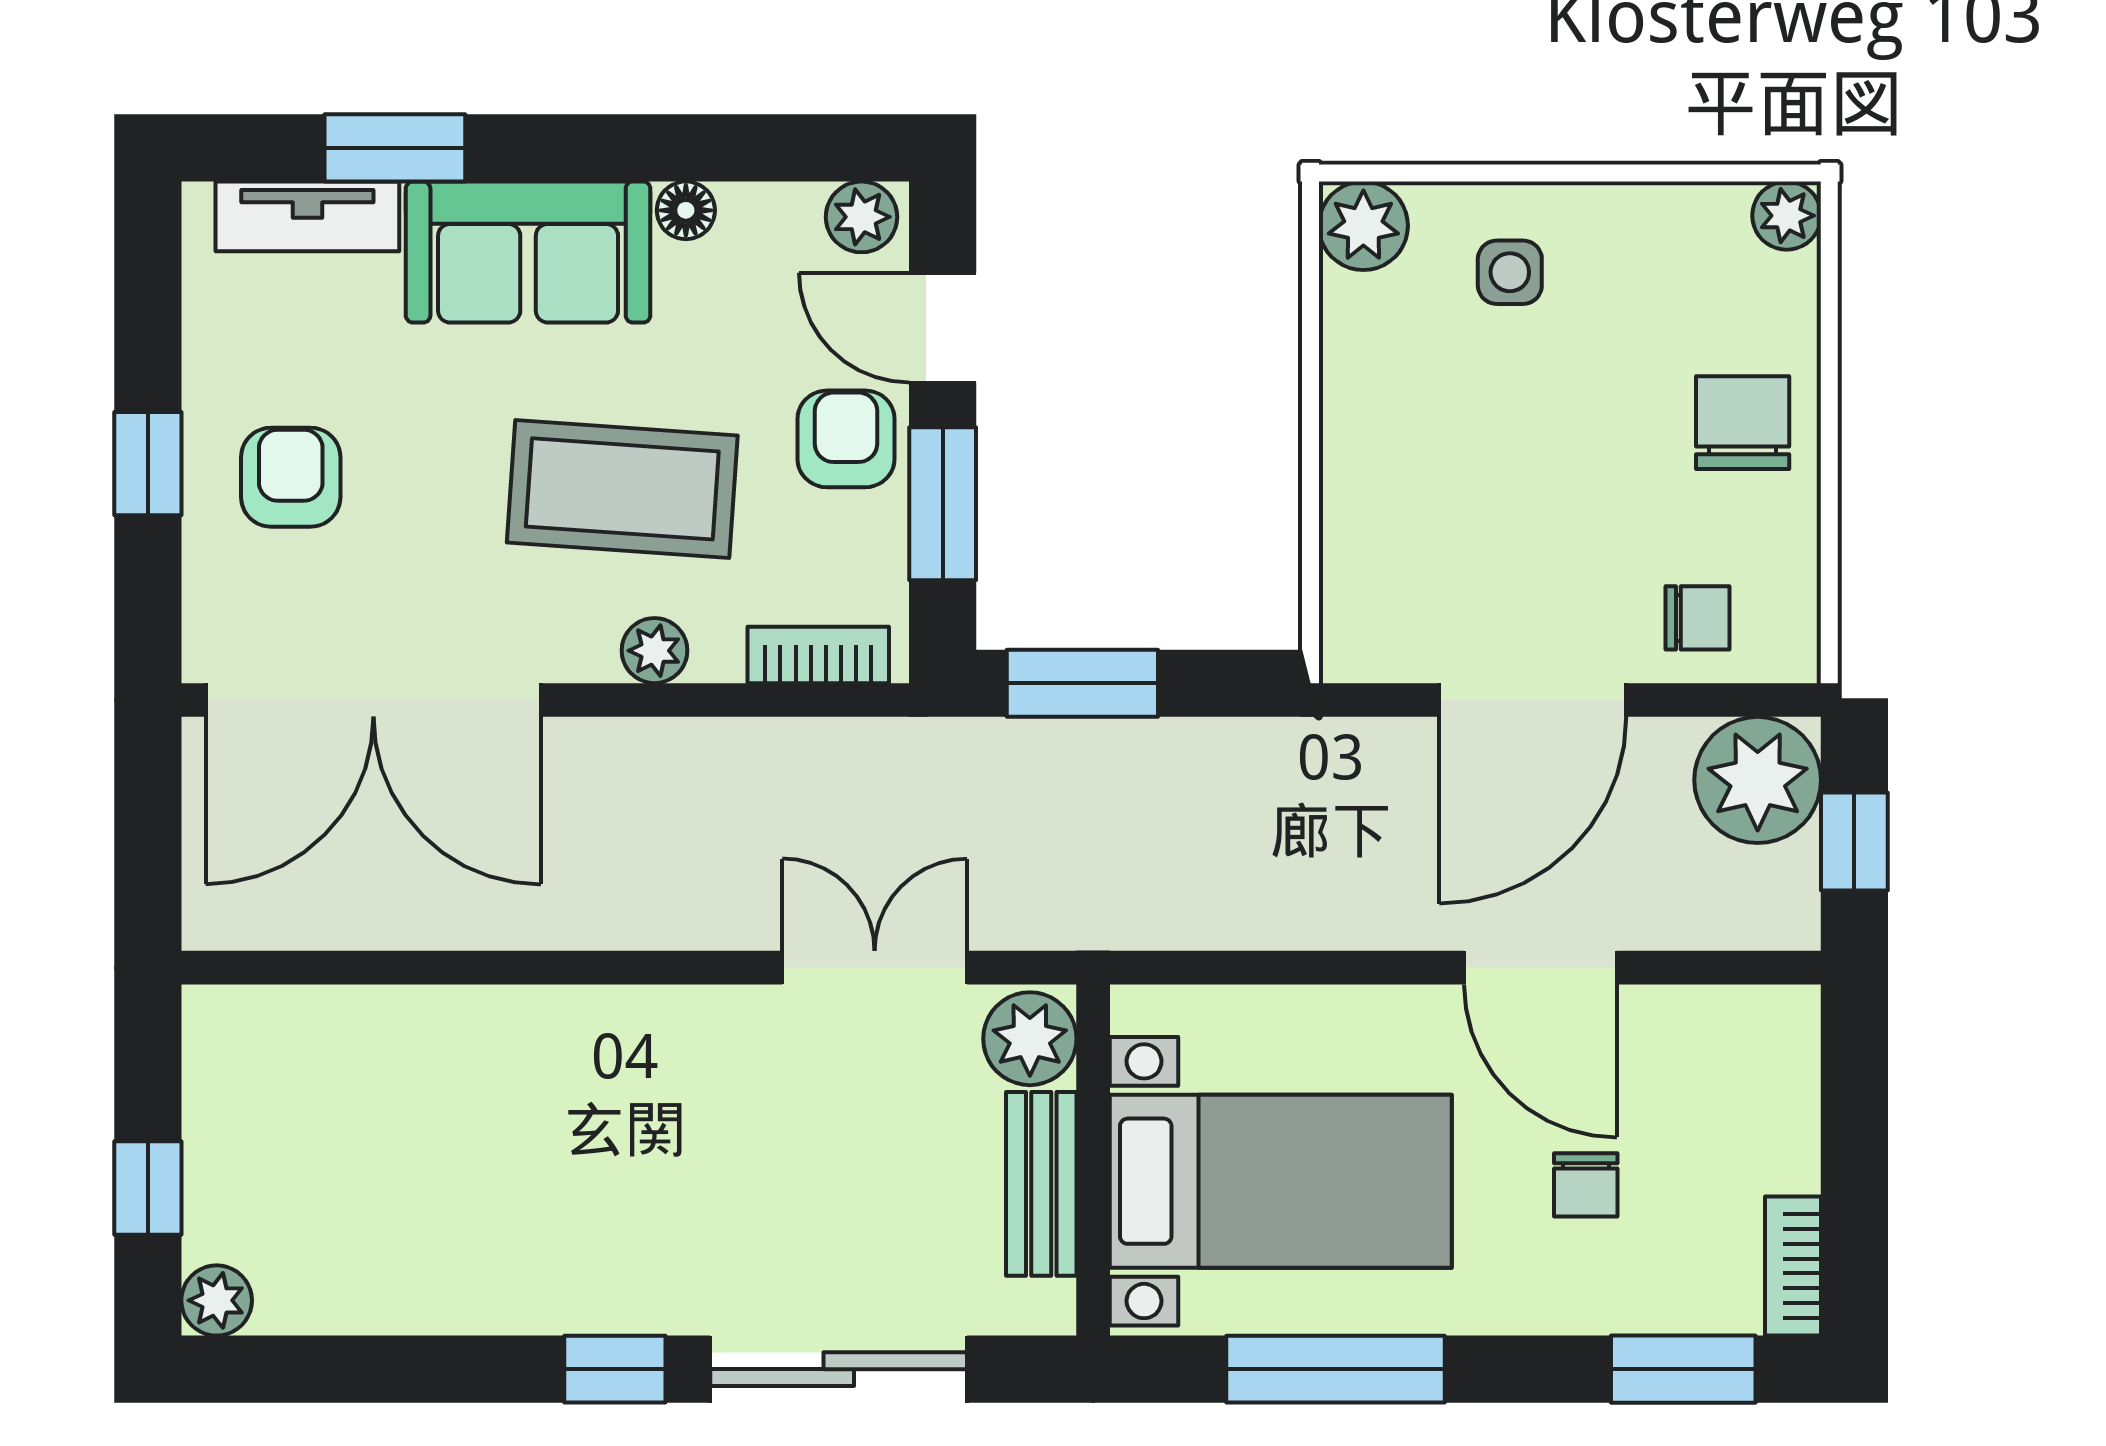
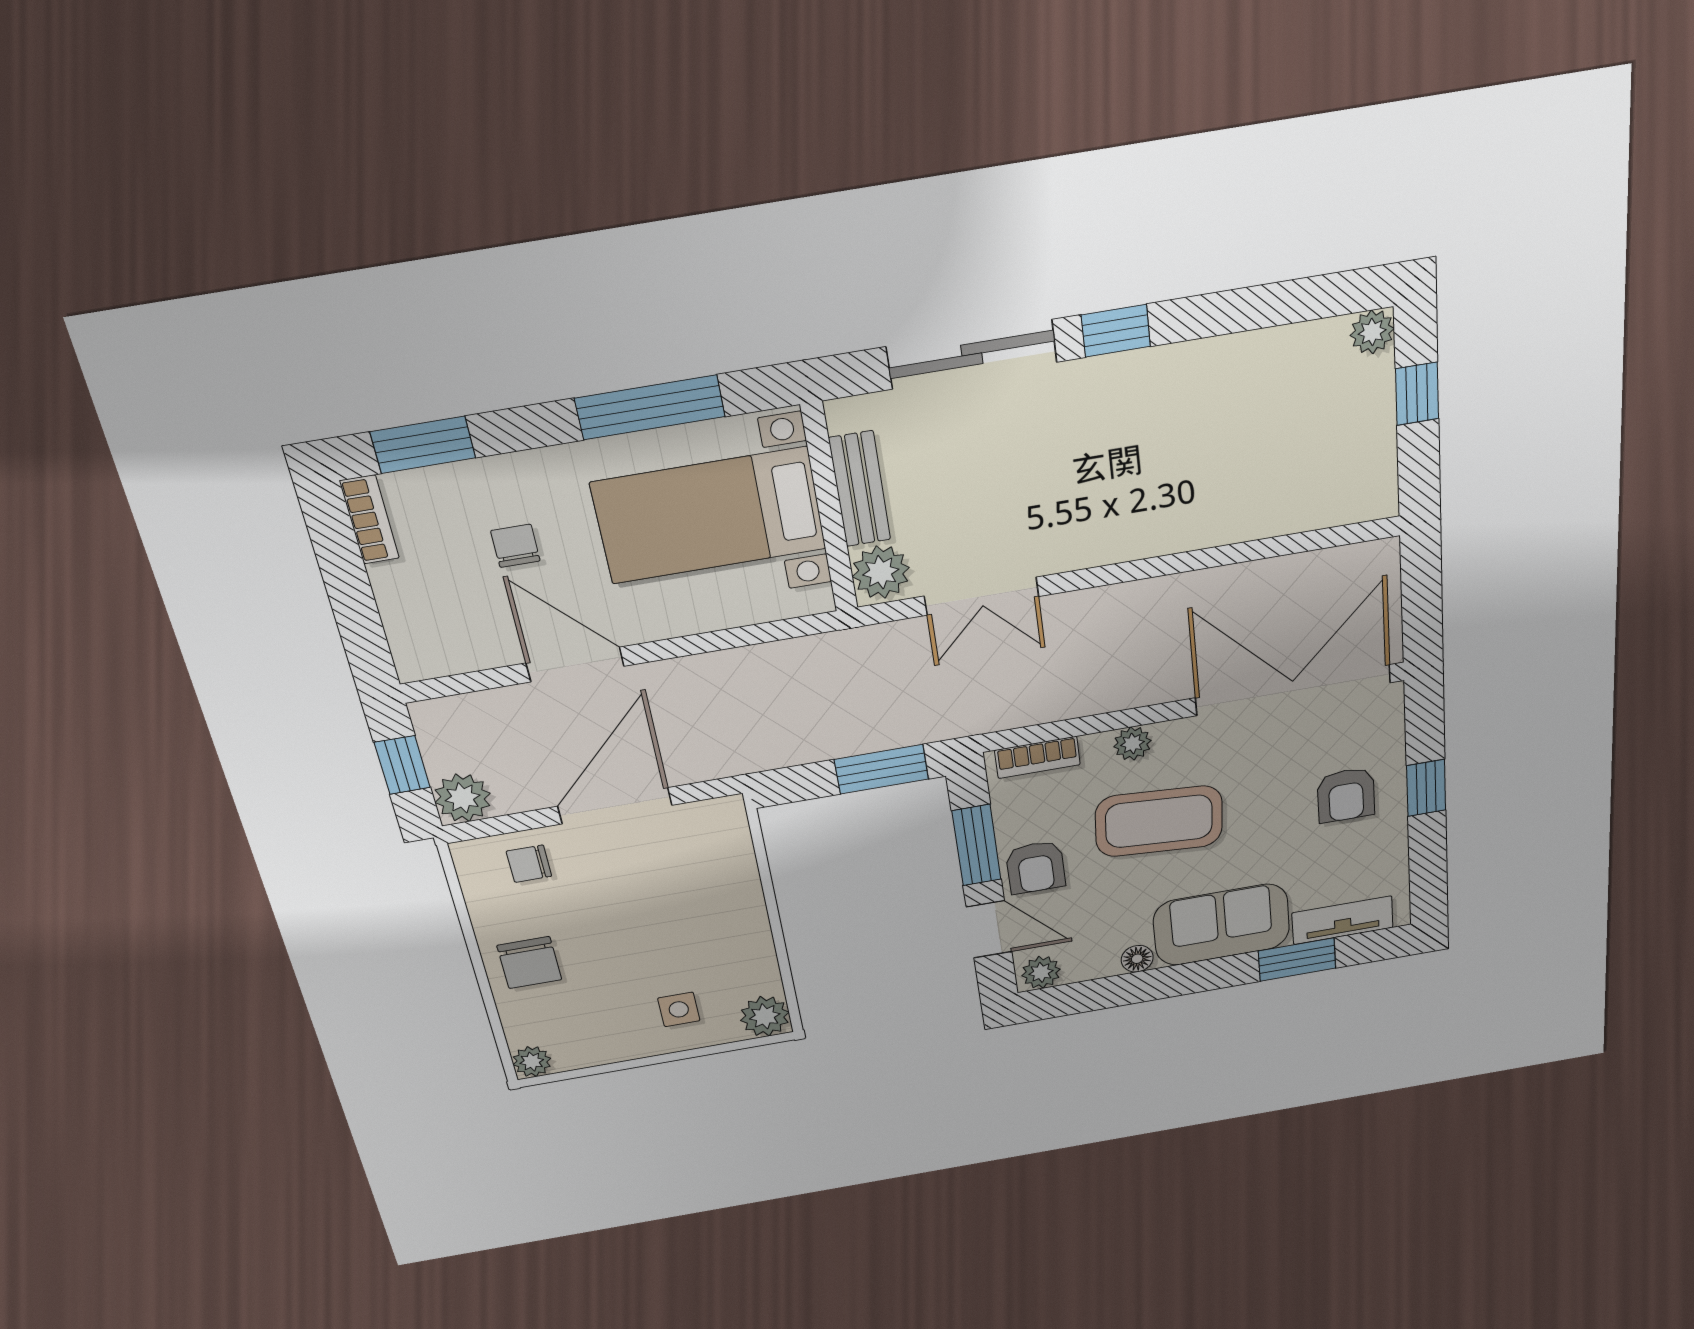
plant: (1758, 780) -> (463, 798), width x0.73, depth x0.73

